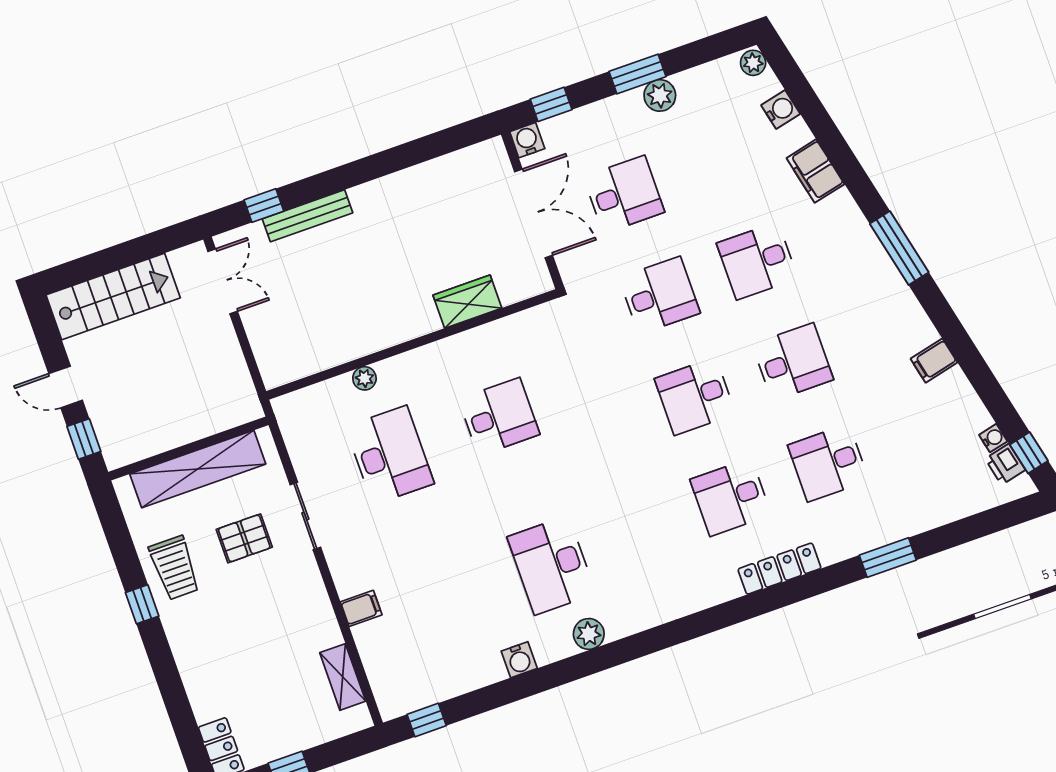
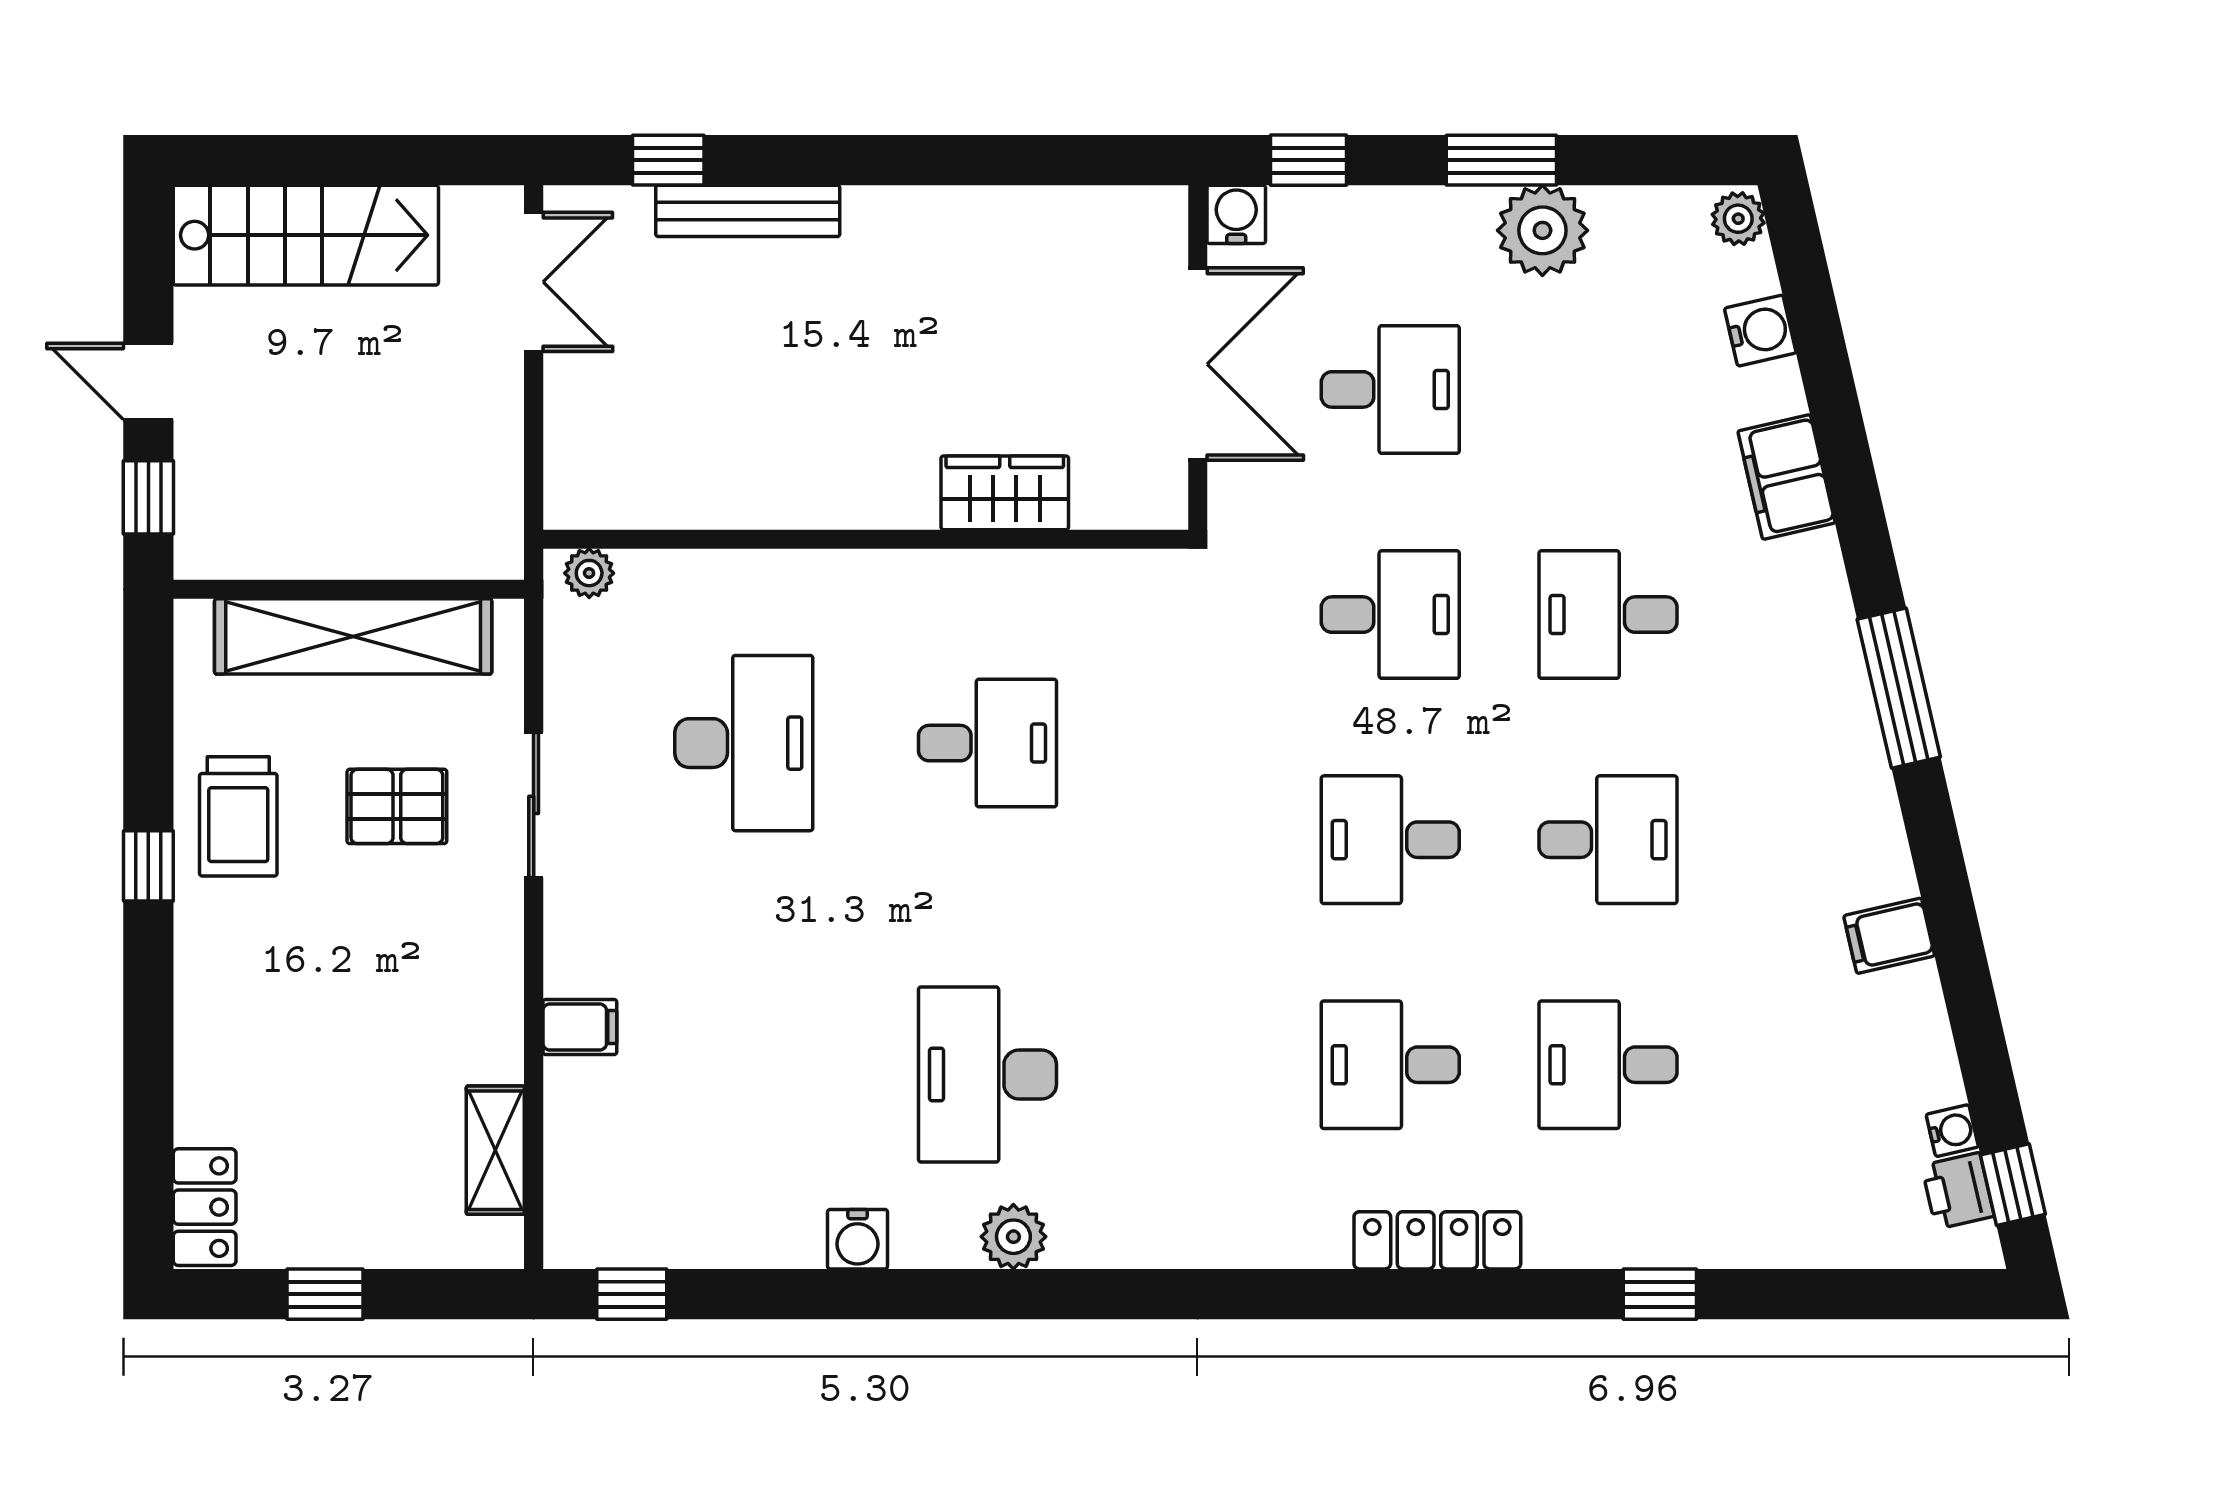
plant: (660, 95) -> (1542, 230), width x1.36, depth x1.36
plant: (364, 378) -> (589, 573), moved
window: (888, 558) -> (1660, 1294), width x0.67

